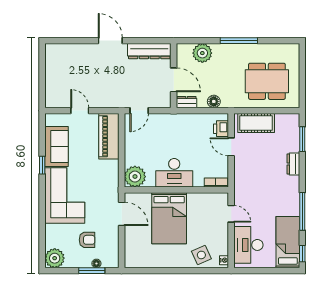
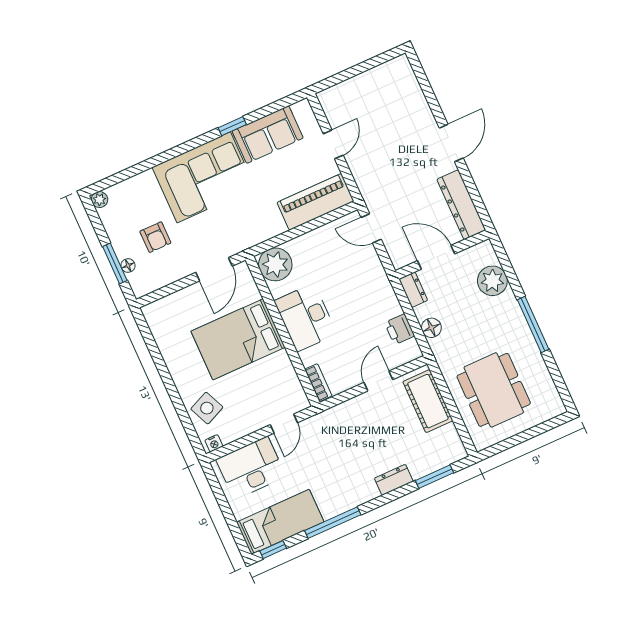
door: (174, 80) -> (436, 257), swing flipped
printer: (221, 129) -> (400, 329), moved, turned -90
plant: (55, 258) -> (99, 200), width x0.53, depth x0.53

